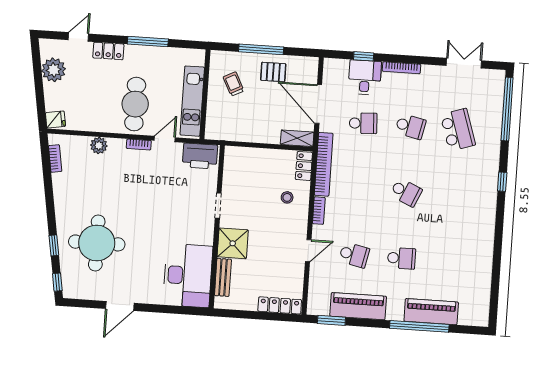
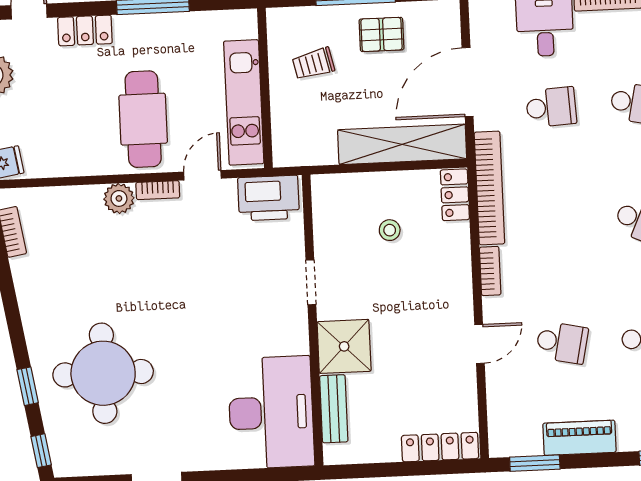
trolley: (233, 84) -> (313, 64), turned -76
door: (318, 104) -> (468, 82), hinge flipped
shelving: (297, 138) -> (402, 144), width x2.20, depth x1.33
plant: (99, 145) -> (119, 198), moved
stool: (287, 197) -> (390, 230), moved
piano: (358, 306) -> (579, 438), width x0.73, depth x0.75

